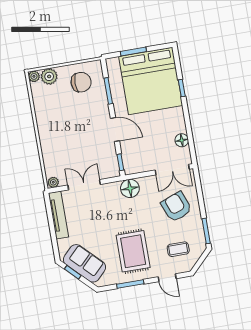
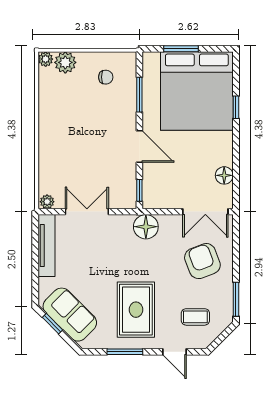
chair: (81, 82) -> (106, 77), width x0.54, depth x0.54

